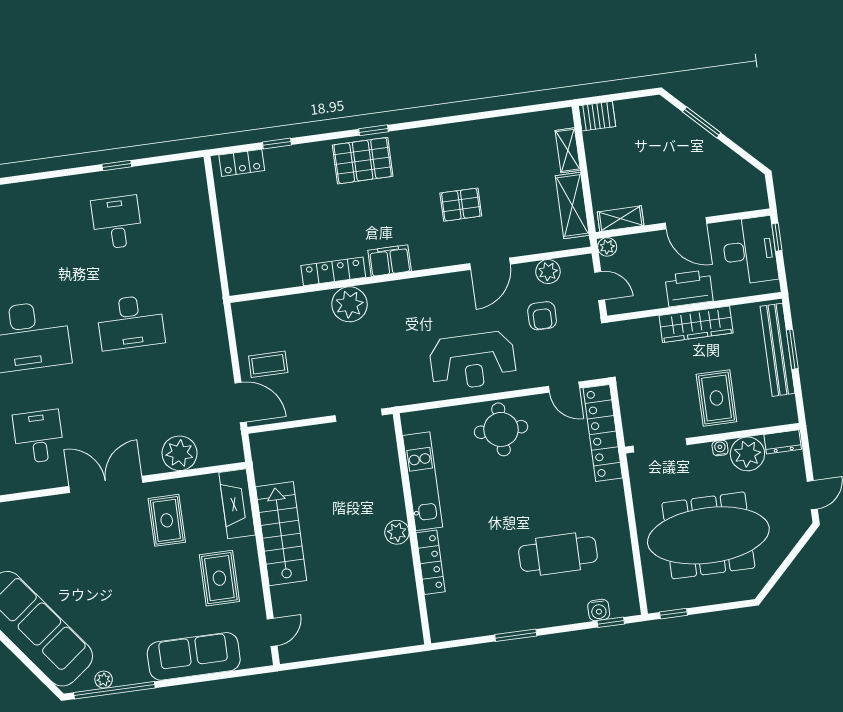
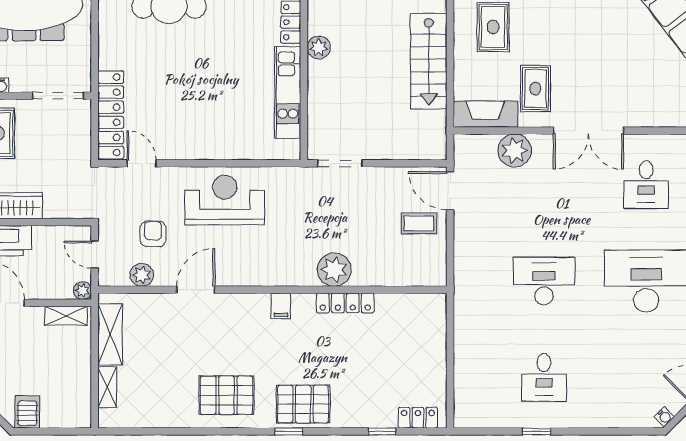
server rack: (597, 116) -> (27, 412), moved, turned 90
pallet: (461, 205) -> (226, 395), moved, width x1.50, depth x1.42
filing cabinet: (390, 261) -> (281, 306), width x0.50
round table: (501, 429) -> (207, 131), removed
fireplace: (237, 504) -> (485, 114), moved, turned -90

